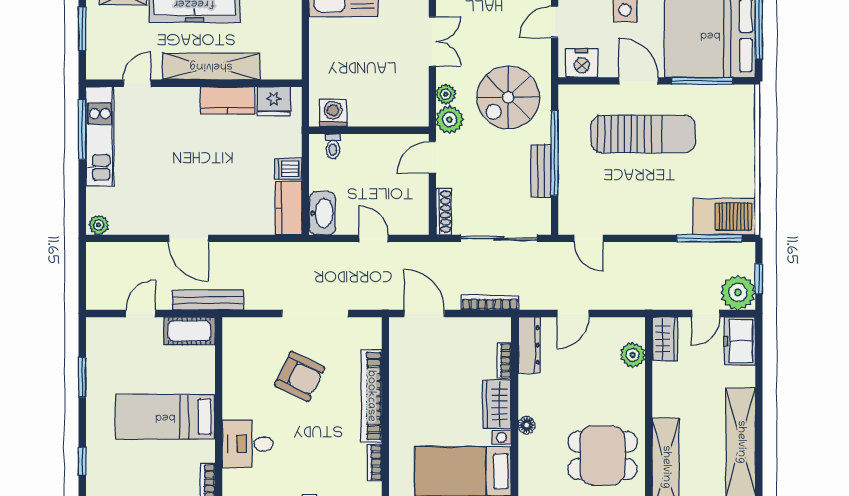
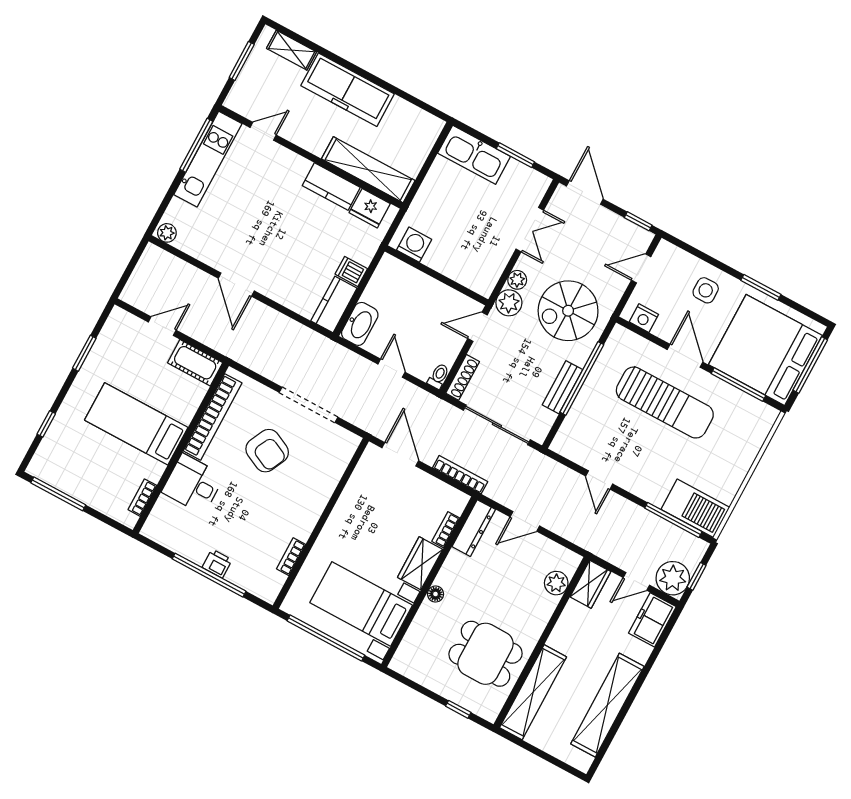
nightstand: (582, 63) -> (644, 318), width x0.74, depth x0.75
shelving: (211, 66) -> (368, 170), moved
toilet: (333, 146) -> (438, 376), moved, turned 180
door: (589, 238) -> (599, 480), moved
bench: (208, 300) -> (225, 345), removed
bookcase: (371, 396) -> (213, 417), moved, turned 180

